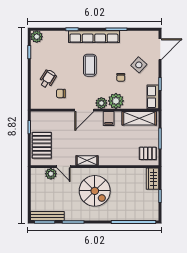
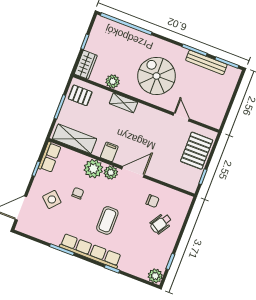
shelving: (87, 160) -> (123, 103), moved
plant: (51, 174) -> (113, 81), moved
bench: (47, 216) -> (206, 62), moved

